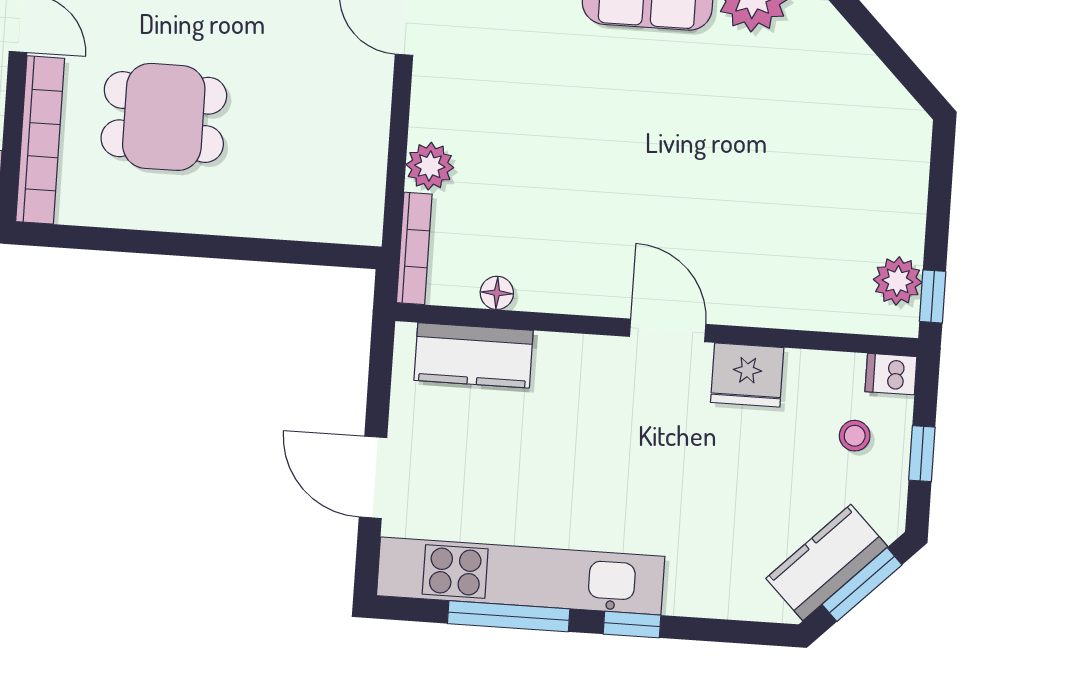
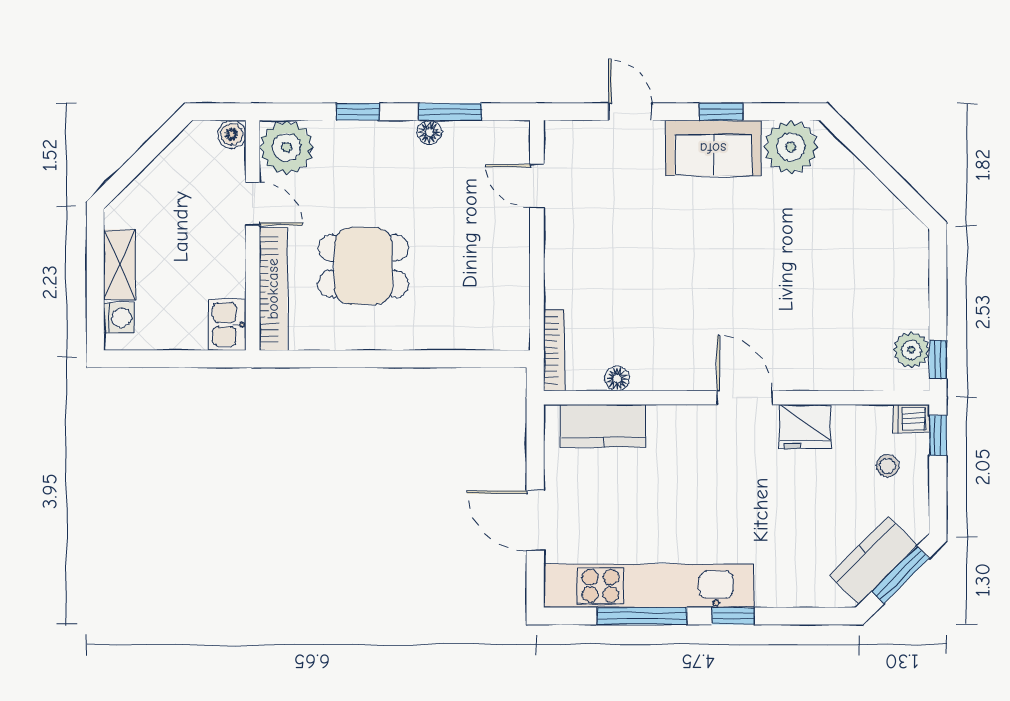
plant: (430, 166) -> (561, 289), removed
window: (922, 454) -> (938, 435), moved

